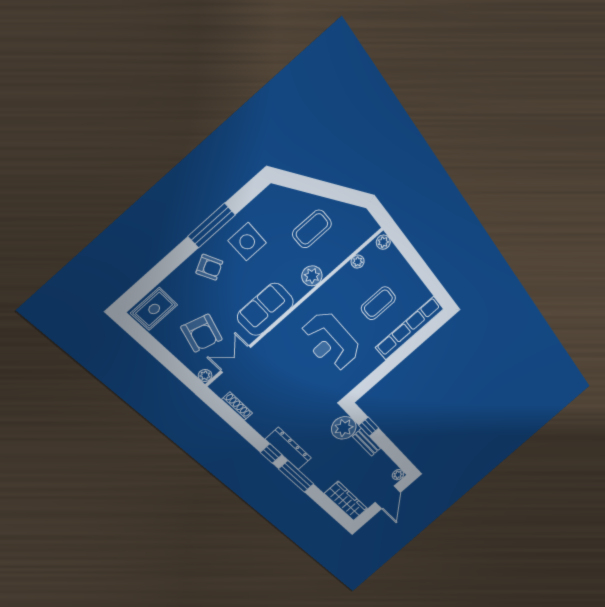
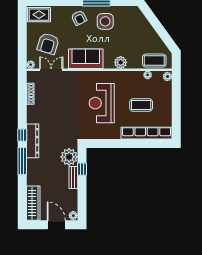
coffee table: (312, 229) -> (154, 61), moved
door: (388, 497) -> (56, 225), swing flipped

